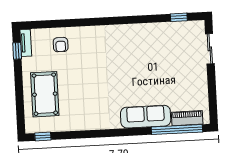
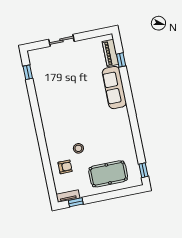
sliding door: (210, 49) -> (61, 40), moved
stool: (80, 64) -> (78, 148), added
window: (177, 129) -> (121, 60), width x0.32

